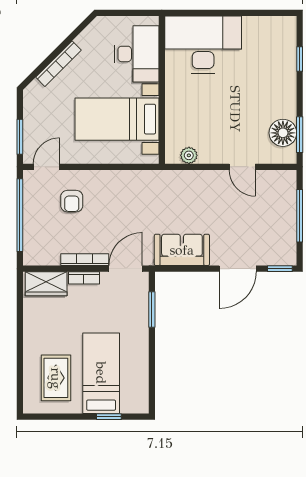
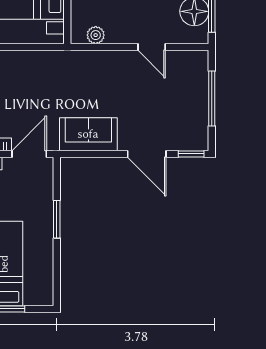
door: (238, 269) -> (147, 154), hinge flipped
window: (152, 310) -> (57, 219), moved

